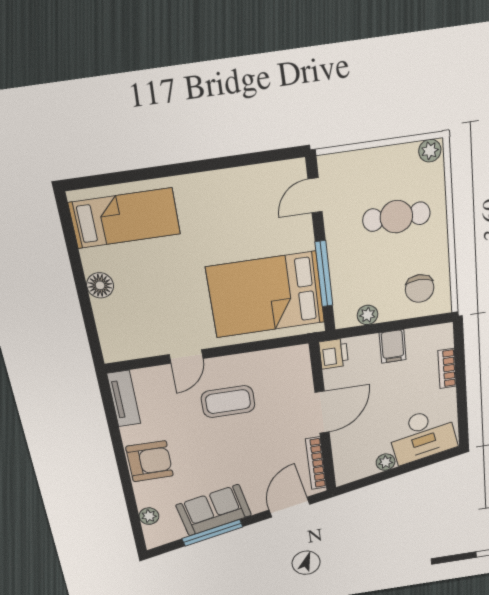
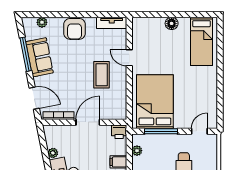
door: (315, 195) -> (199, 131), hinge flipped
door: (322, 412) -> (88, 122), swing flipped

